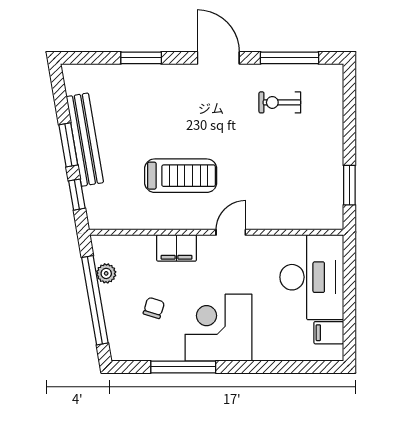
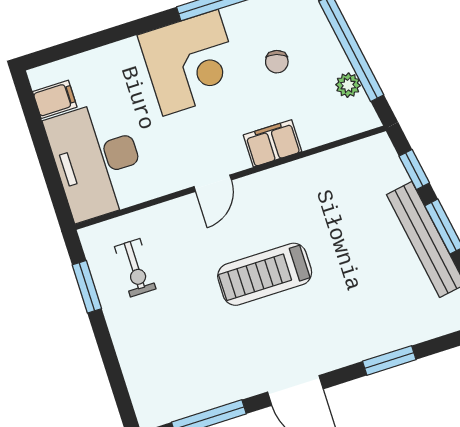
exercise bike: (280, 102) -> (135, 268), moved, turned 90
treadmill: (181, 176) -> (265, 274), moved

